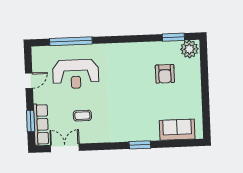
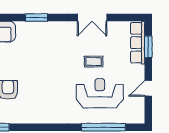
coffee table: (82, 116) -> (94, 62), moved
double door: (65, 148) -> (92, 18), moved

